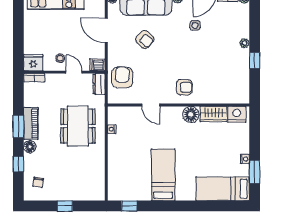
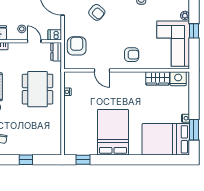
corner sofa: (231, 75) -> (173, 44), added
floor lamp: (191, 114) -> (138, 79), removed
bed: (163, 175) -> (113, 132), width x1.50
bed: (223, 189) -> (166, 139), width x1.50

